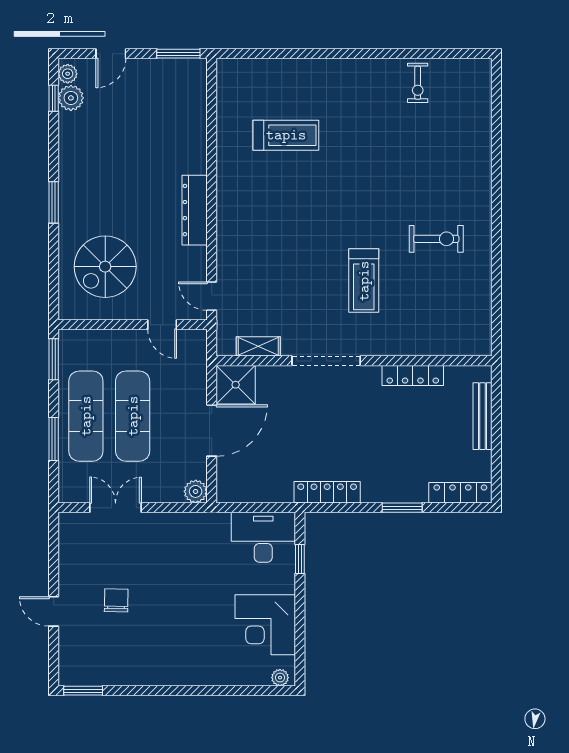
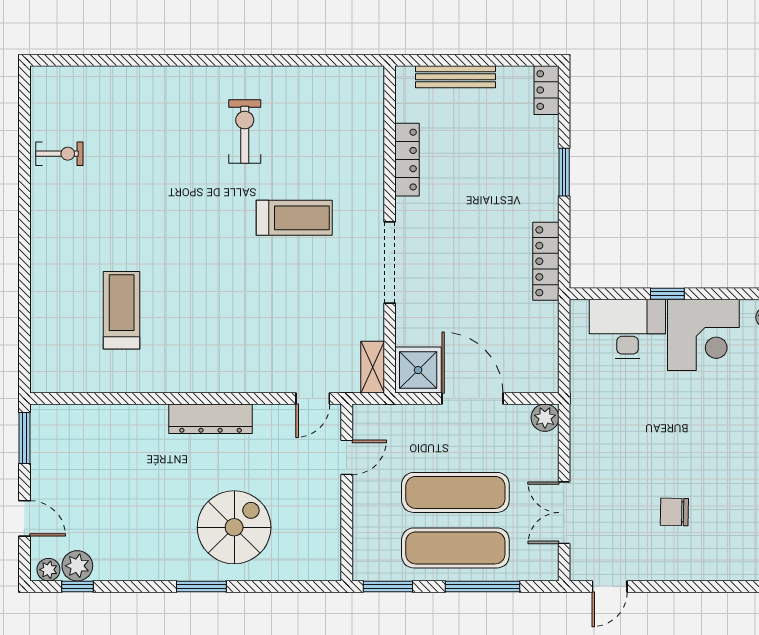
spiral stairs: (105, 267) -> (234, 527), moved, turned -90
shelving: (258, 346) -> (373, 367), moved
window: (54, 439) -> (483, 586), width x1.44
locker: (460, 493) -> (546, 90), width x0.66
desk: (263, 537) -> (627, 329), moved, turned 90
window: (300, 559) -> (667, 294), moved
door: (54, 611) -> (610, 586), moved

